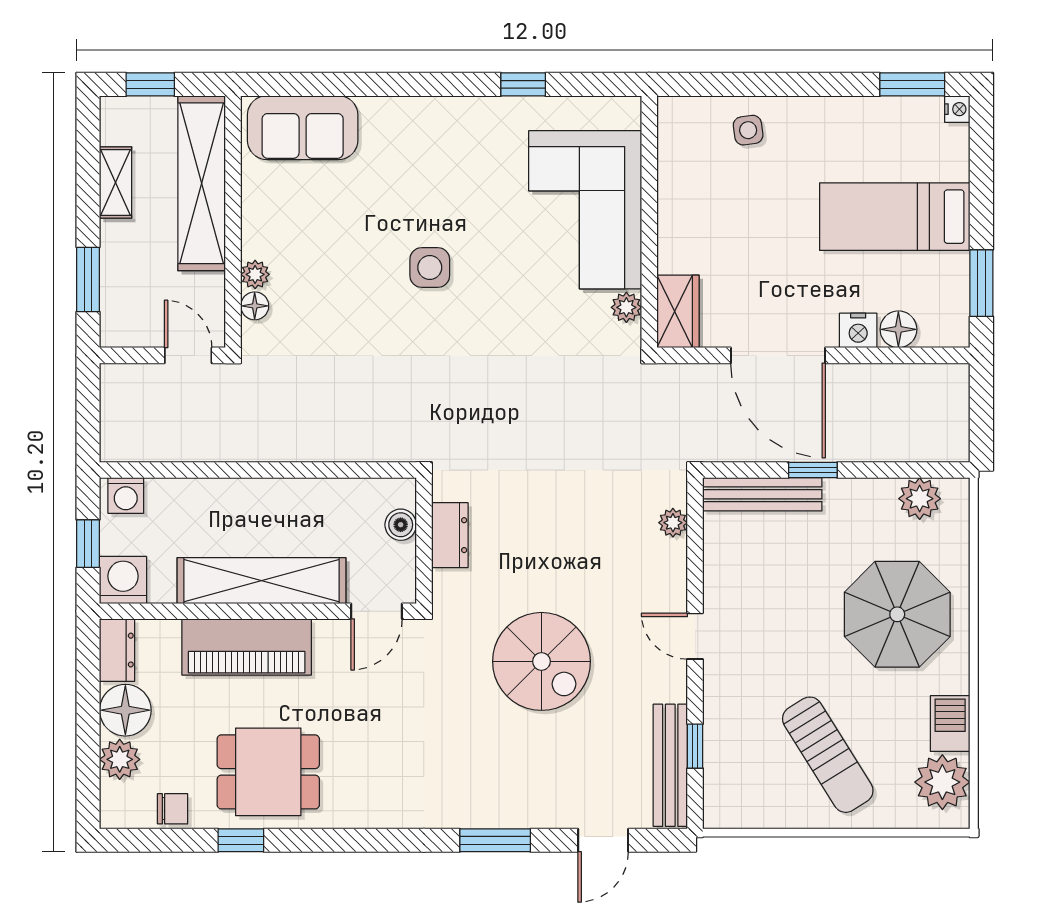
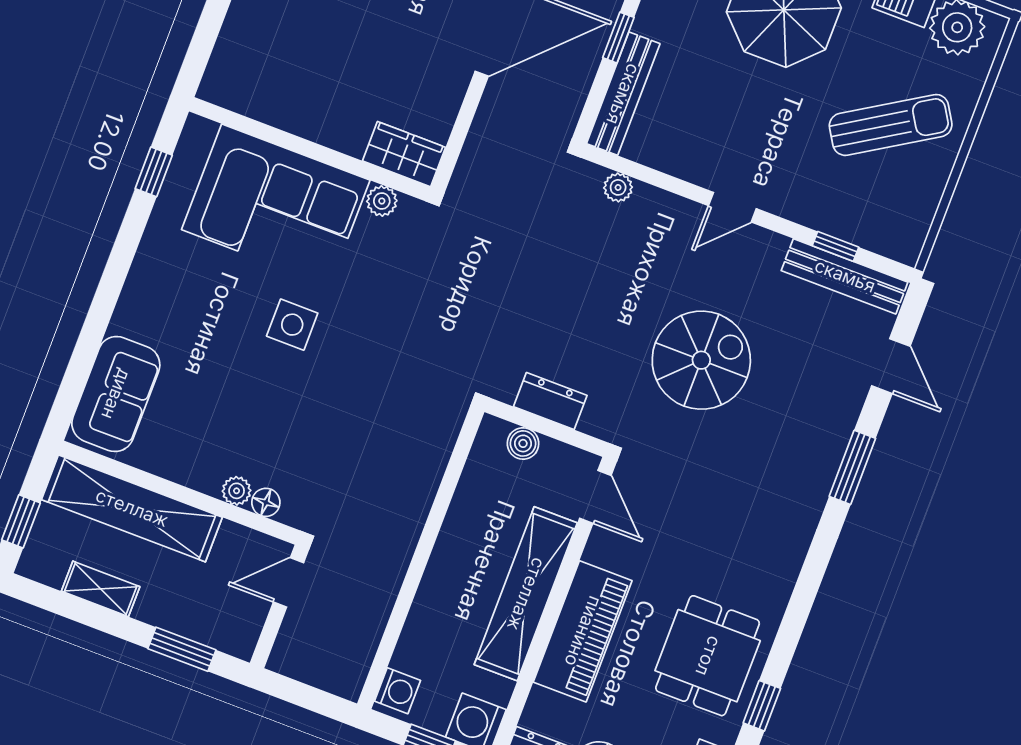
corner sofa: (585, 210) -> (276, 205), moved
wall: (649, 222) -> (310, 149), moved
plant: (626, 307) -> (382, 201), moved
wardrobe: (678, 311) -> (404, 154), moved

